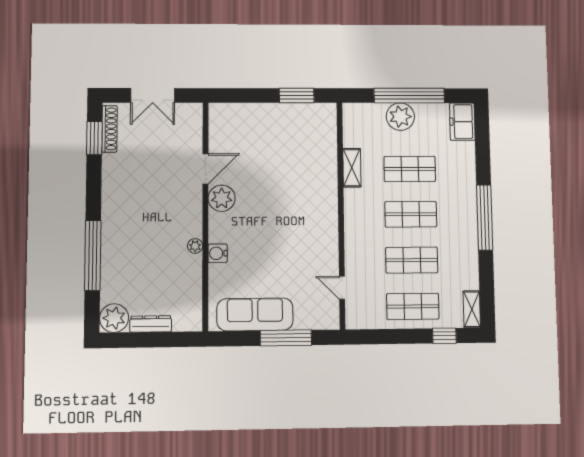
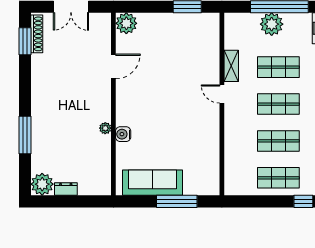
plant: (222, 198) -> (126, 23), moved
window: (93, 255) -> (25, 135), width x0.68
door: (342, 288) -> (222, 94), moved
dresser: (151, 324) -> (66, 189), width x0.70

